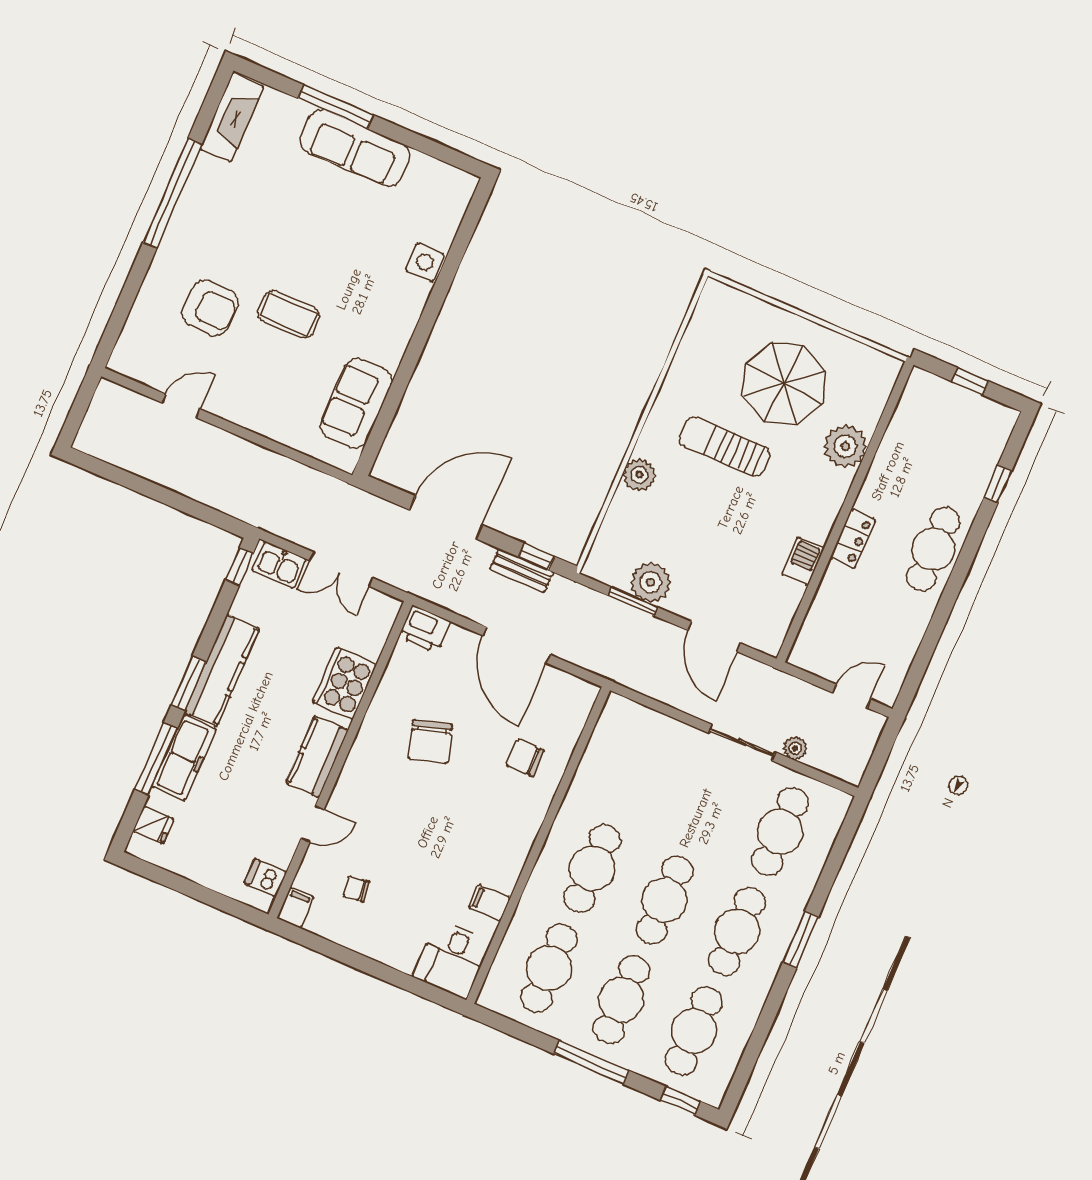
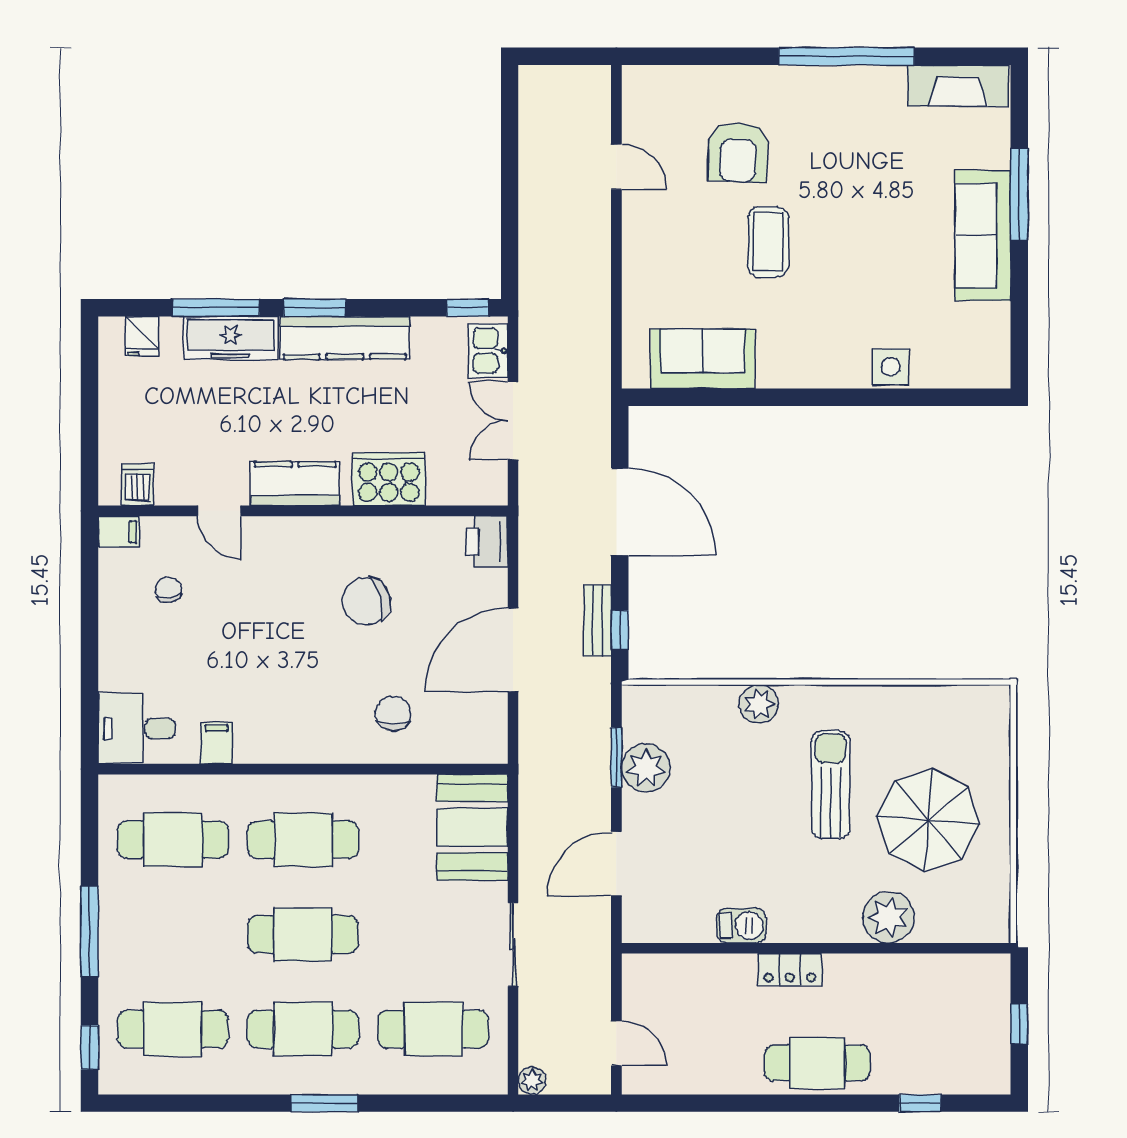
booth: (639, 735) -> (472, 827), added
plant: (795, 748) -> (532, 1081), moved
cafe table: (621, 1000) -> (173, 934), removed

